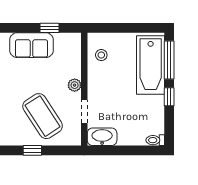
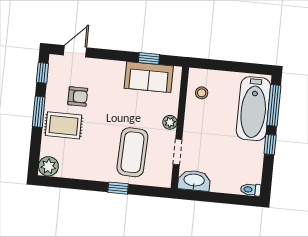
sofa: (31, 45) -> (149, 77), moved
coffee table: (43, 116) -> (132, 152), turned 35

